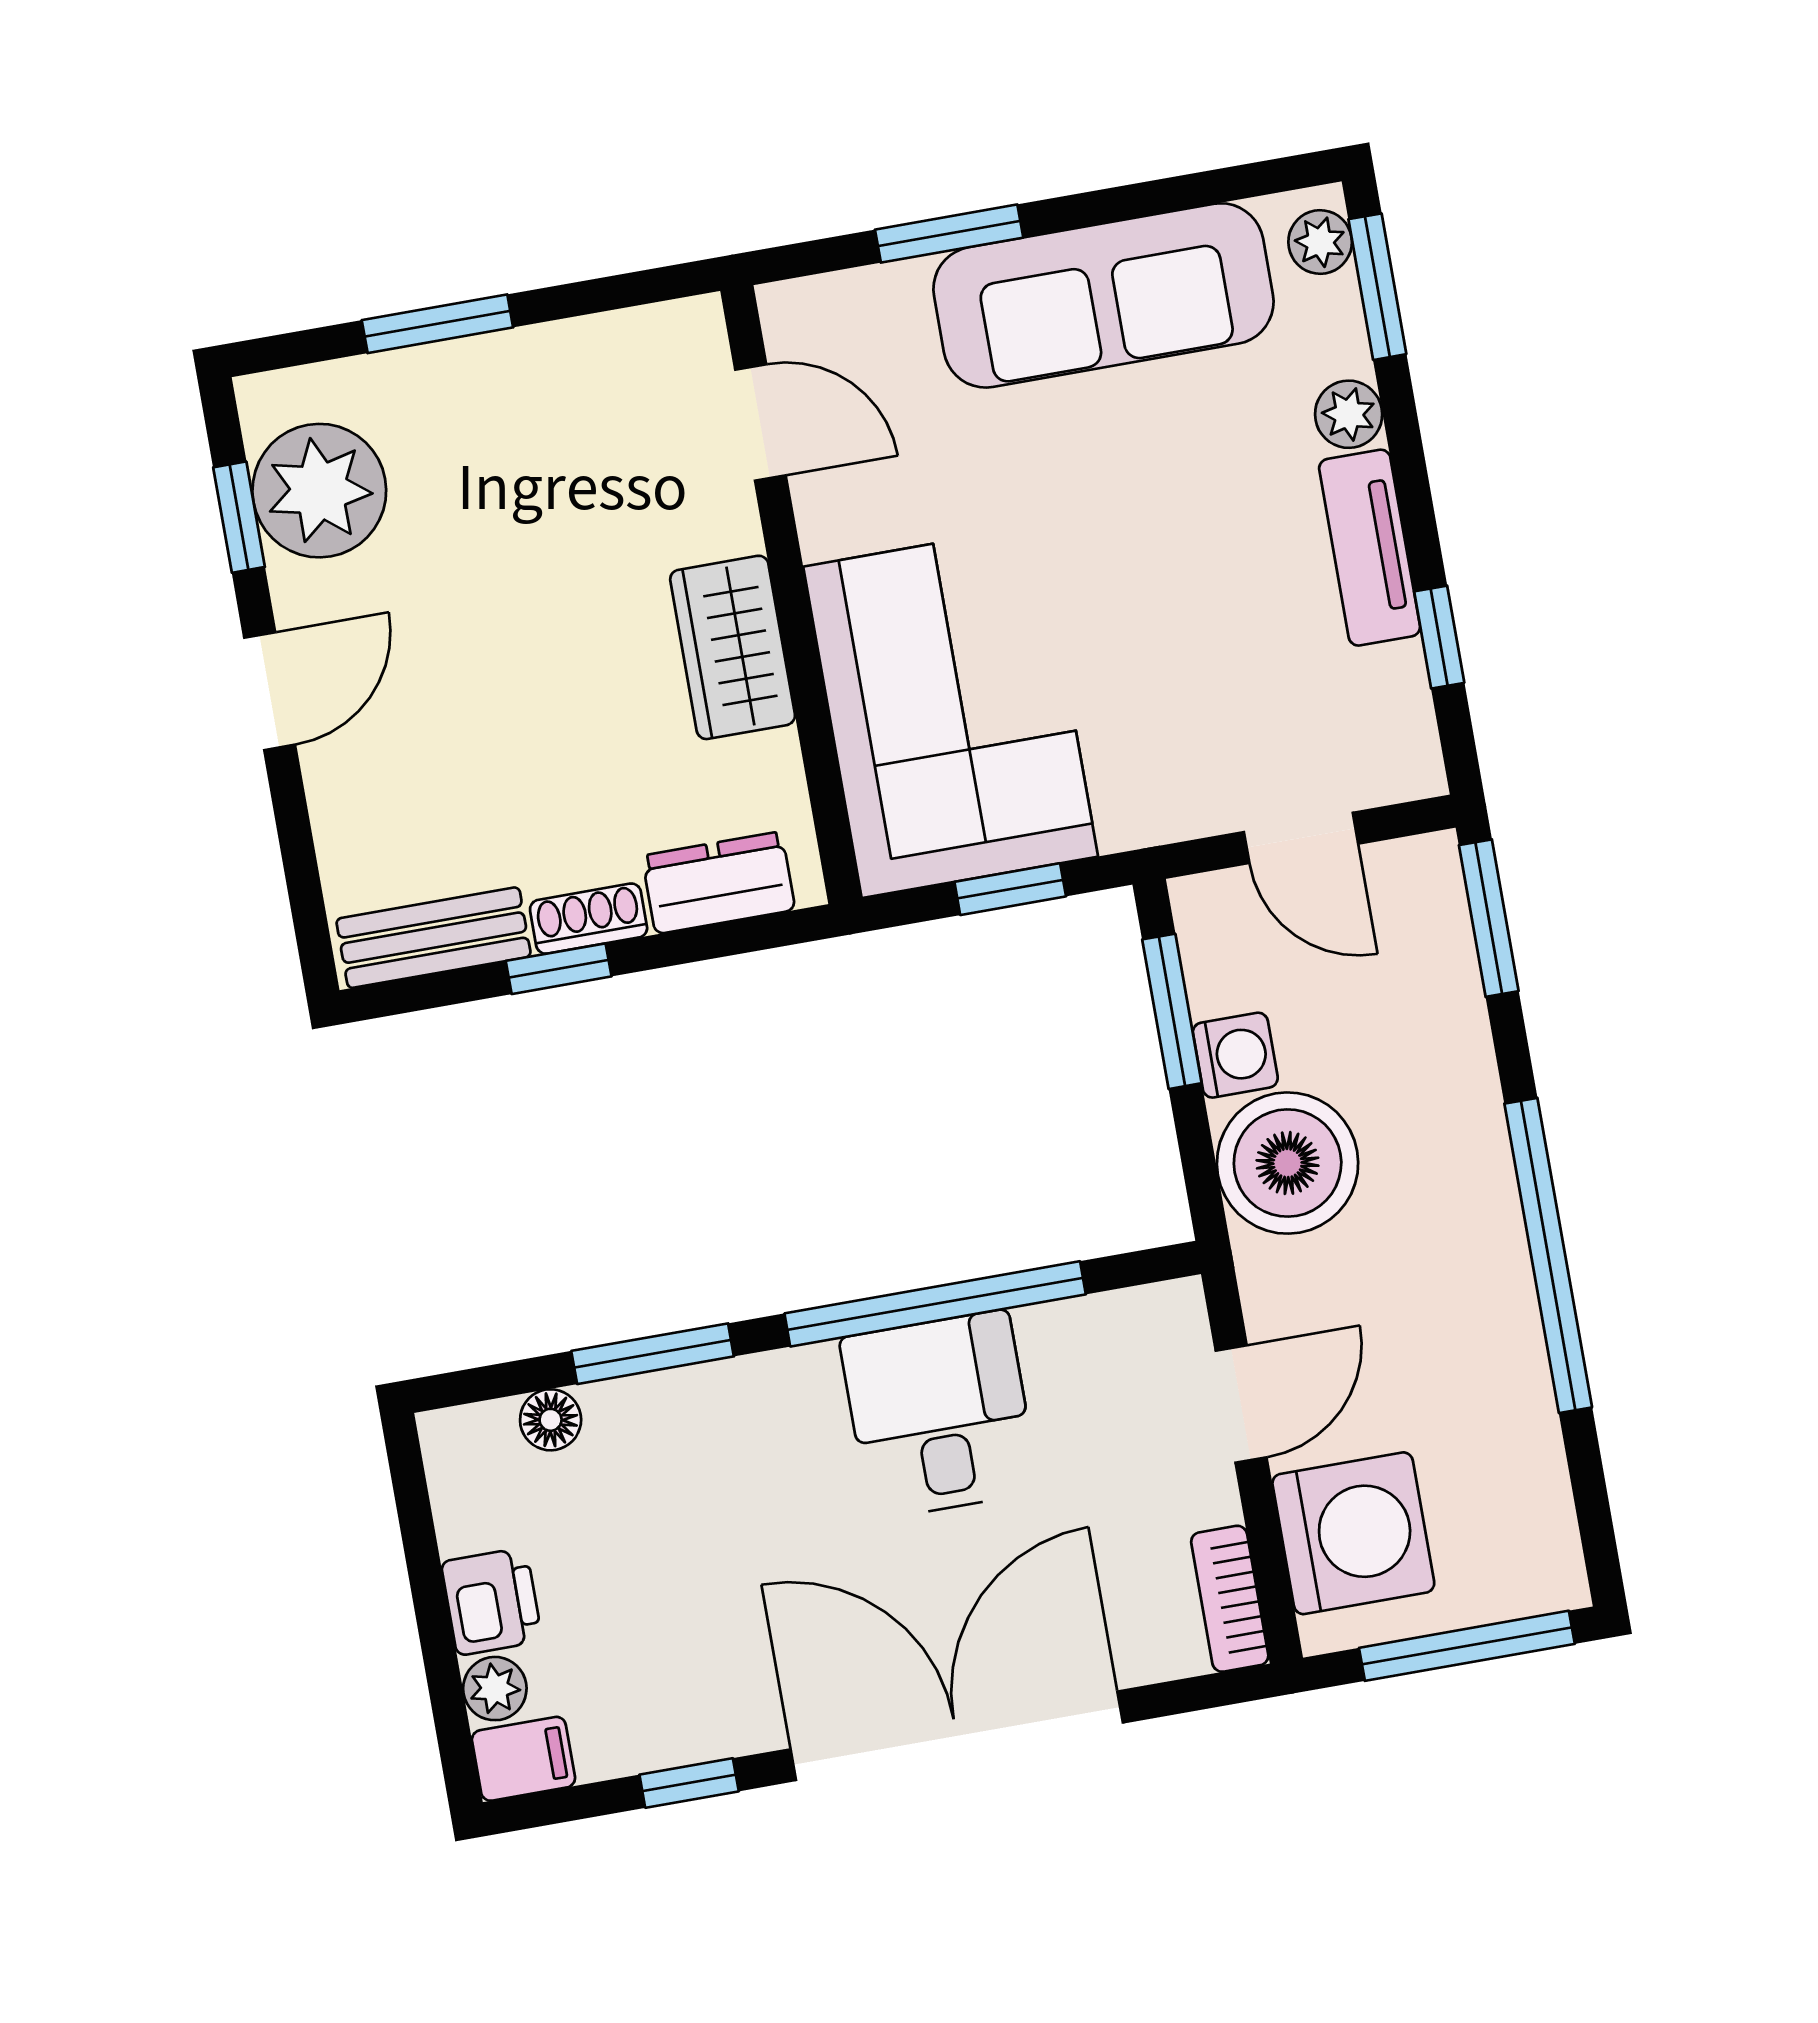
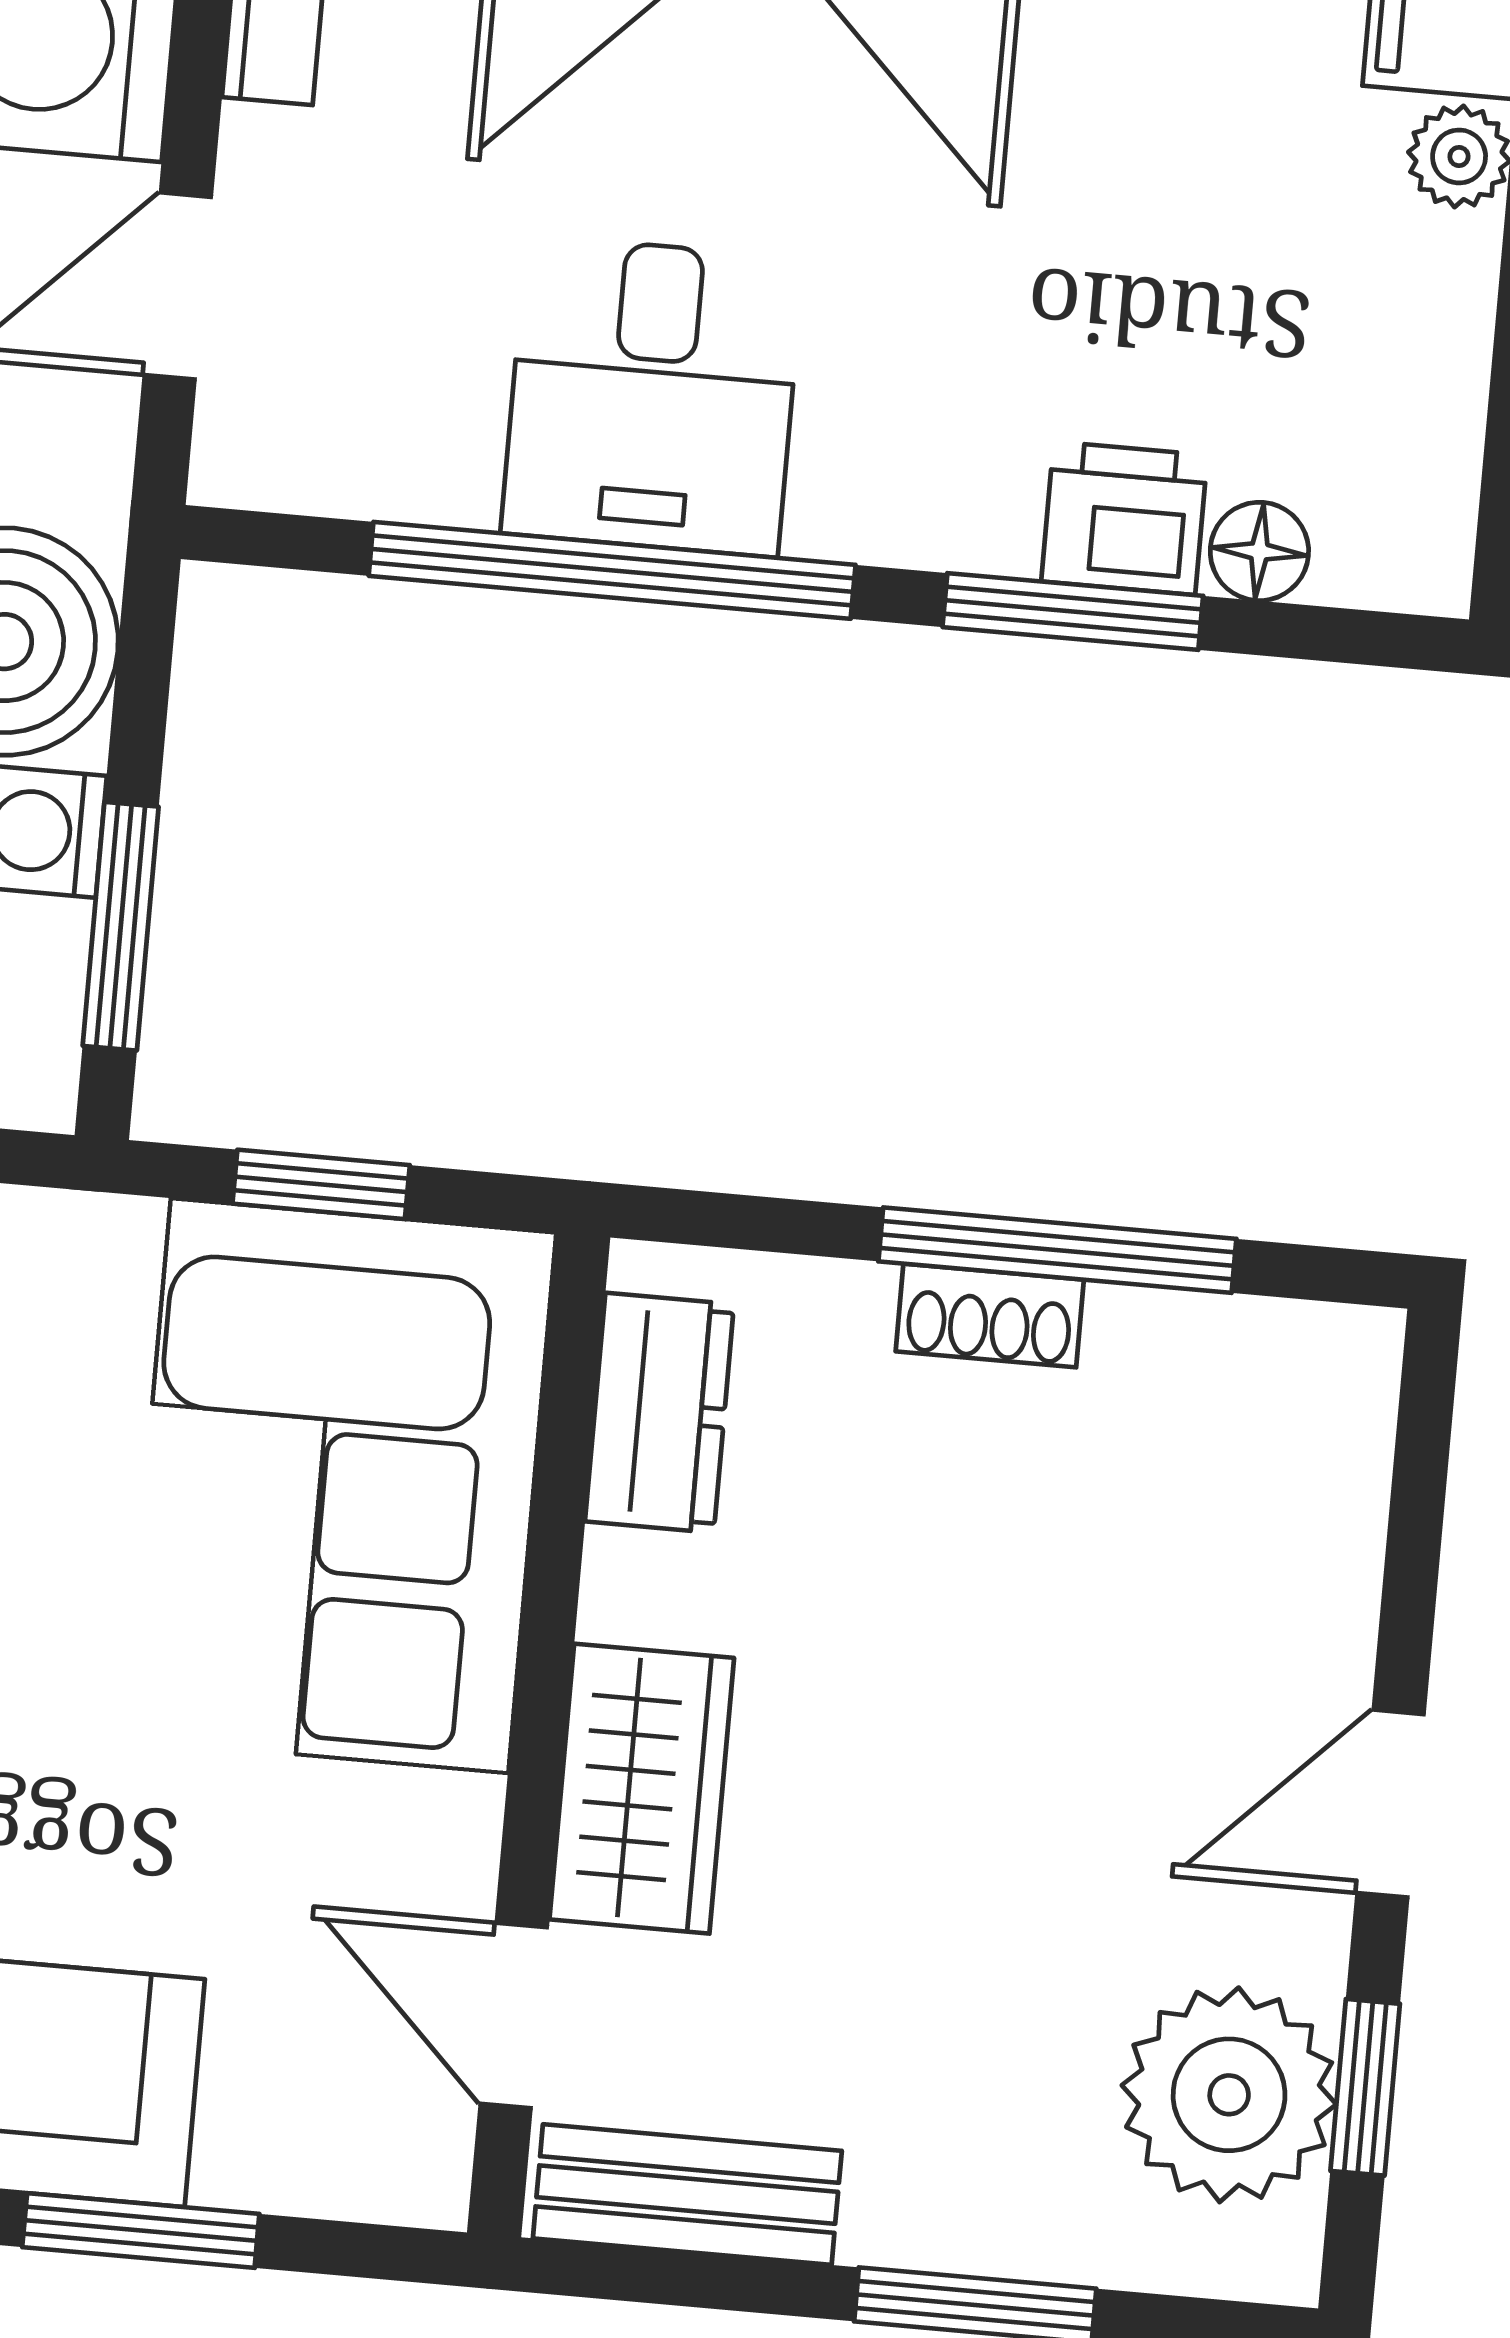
wardrobe: (733, 647) -> (642, 1789), moved
dresser: (719, 883) -> (660, 1413), moved, turned -90
bench: (434, 938) -> (687, 2195), moved
window: (559, 969) -> (1057, 1250), width x2.17
printer: (492, 1601) -> (1124, 518), moved, turned 90

